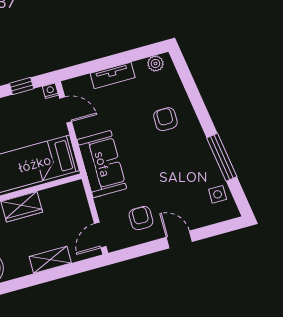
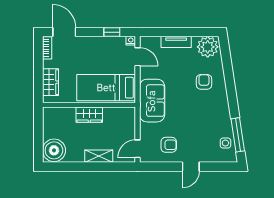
plant: (155, 63) -> (208, 47), width x1.87, depth x1.87
window: (222, 157) -> (238, 135), moved
armchair: (141, 218) -> (169, 145), turned 90
door: (179, 239) -> (191, 167), swing flipped

